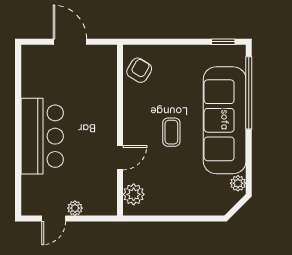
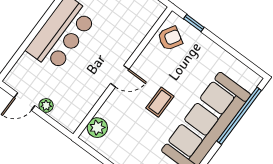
window: (223, 42) -> (194, 23), moved
door: (120, 158) -> (120, 76), moved

